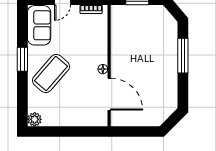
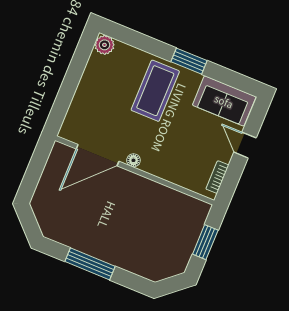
window: (183, 56) -> (90, 264), moved
coffee table: (51, 73) -> (155, 91), turned 49

